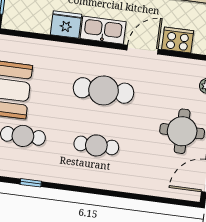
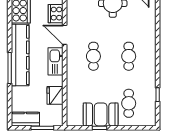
fridge: (66, 25) -> (55, 95), moved
cafe table: (103, 90) -> (93, 56), width x0.73, depth x0.74

